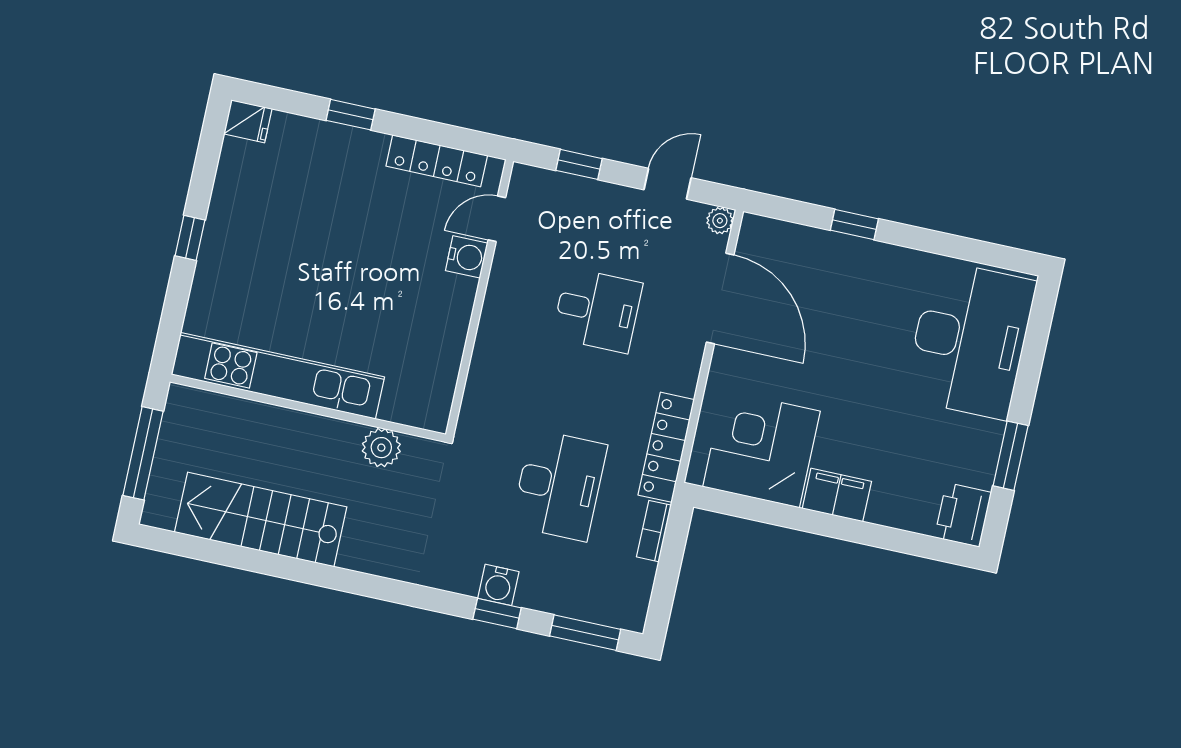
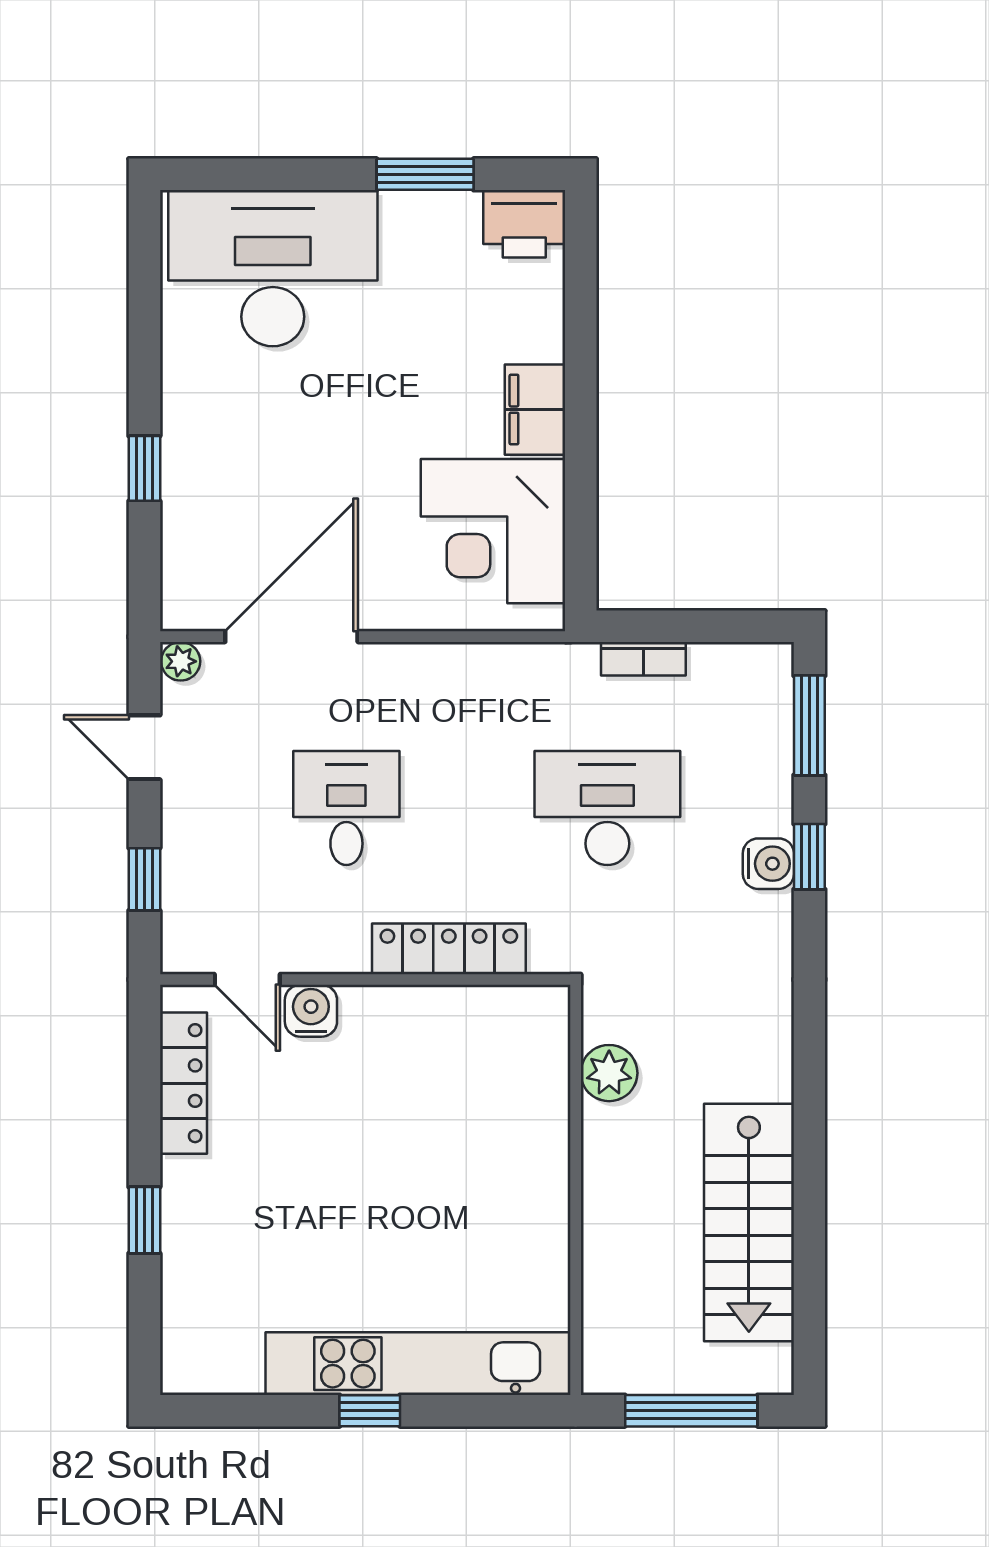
fridge: (248, 121) -> (186, 1364), removed
kitchen unit: (278, 376) -> (418, 1364), moved, turned 90
locker: (666, 447) -> (449, 949), moved, turned 180

